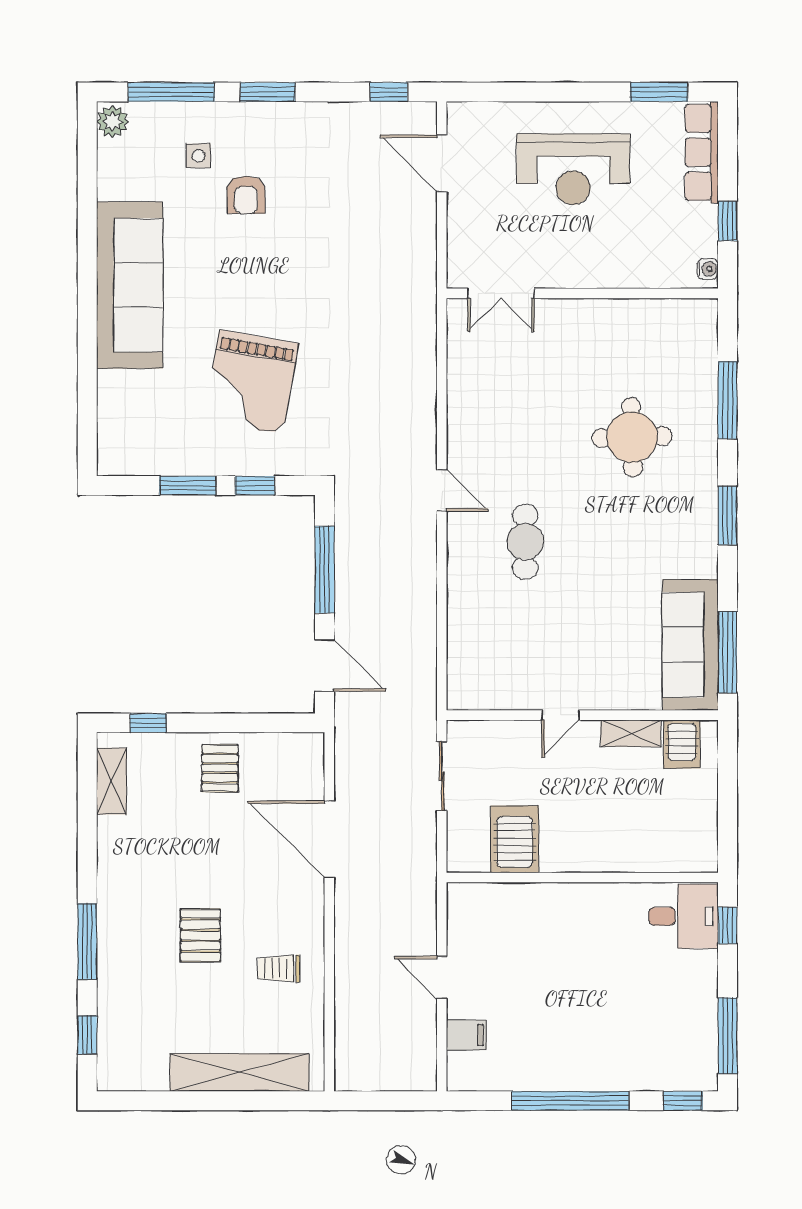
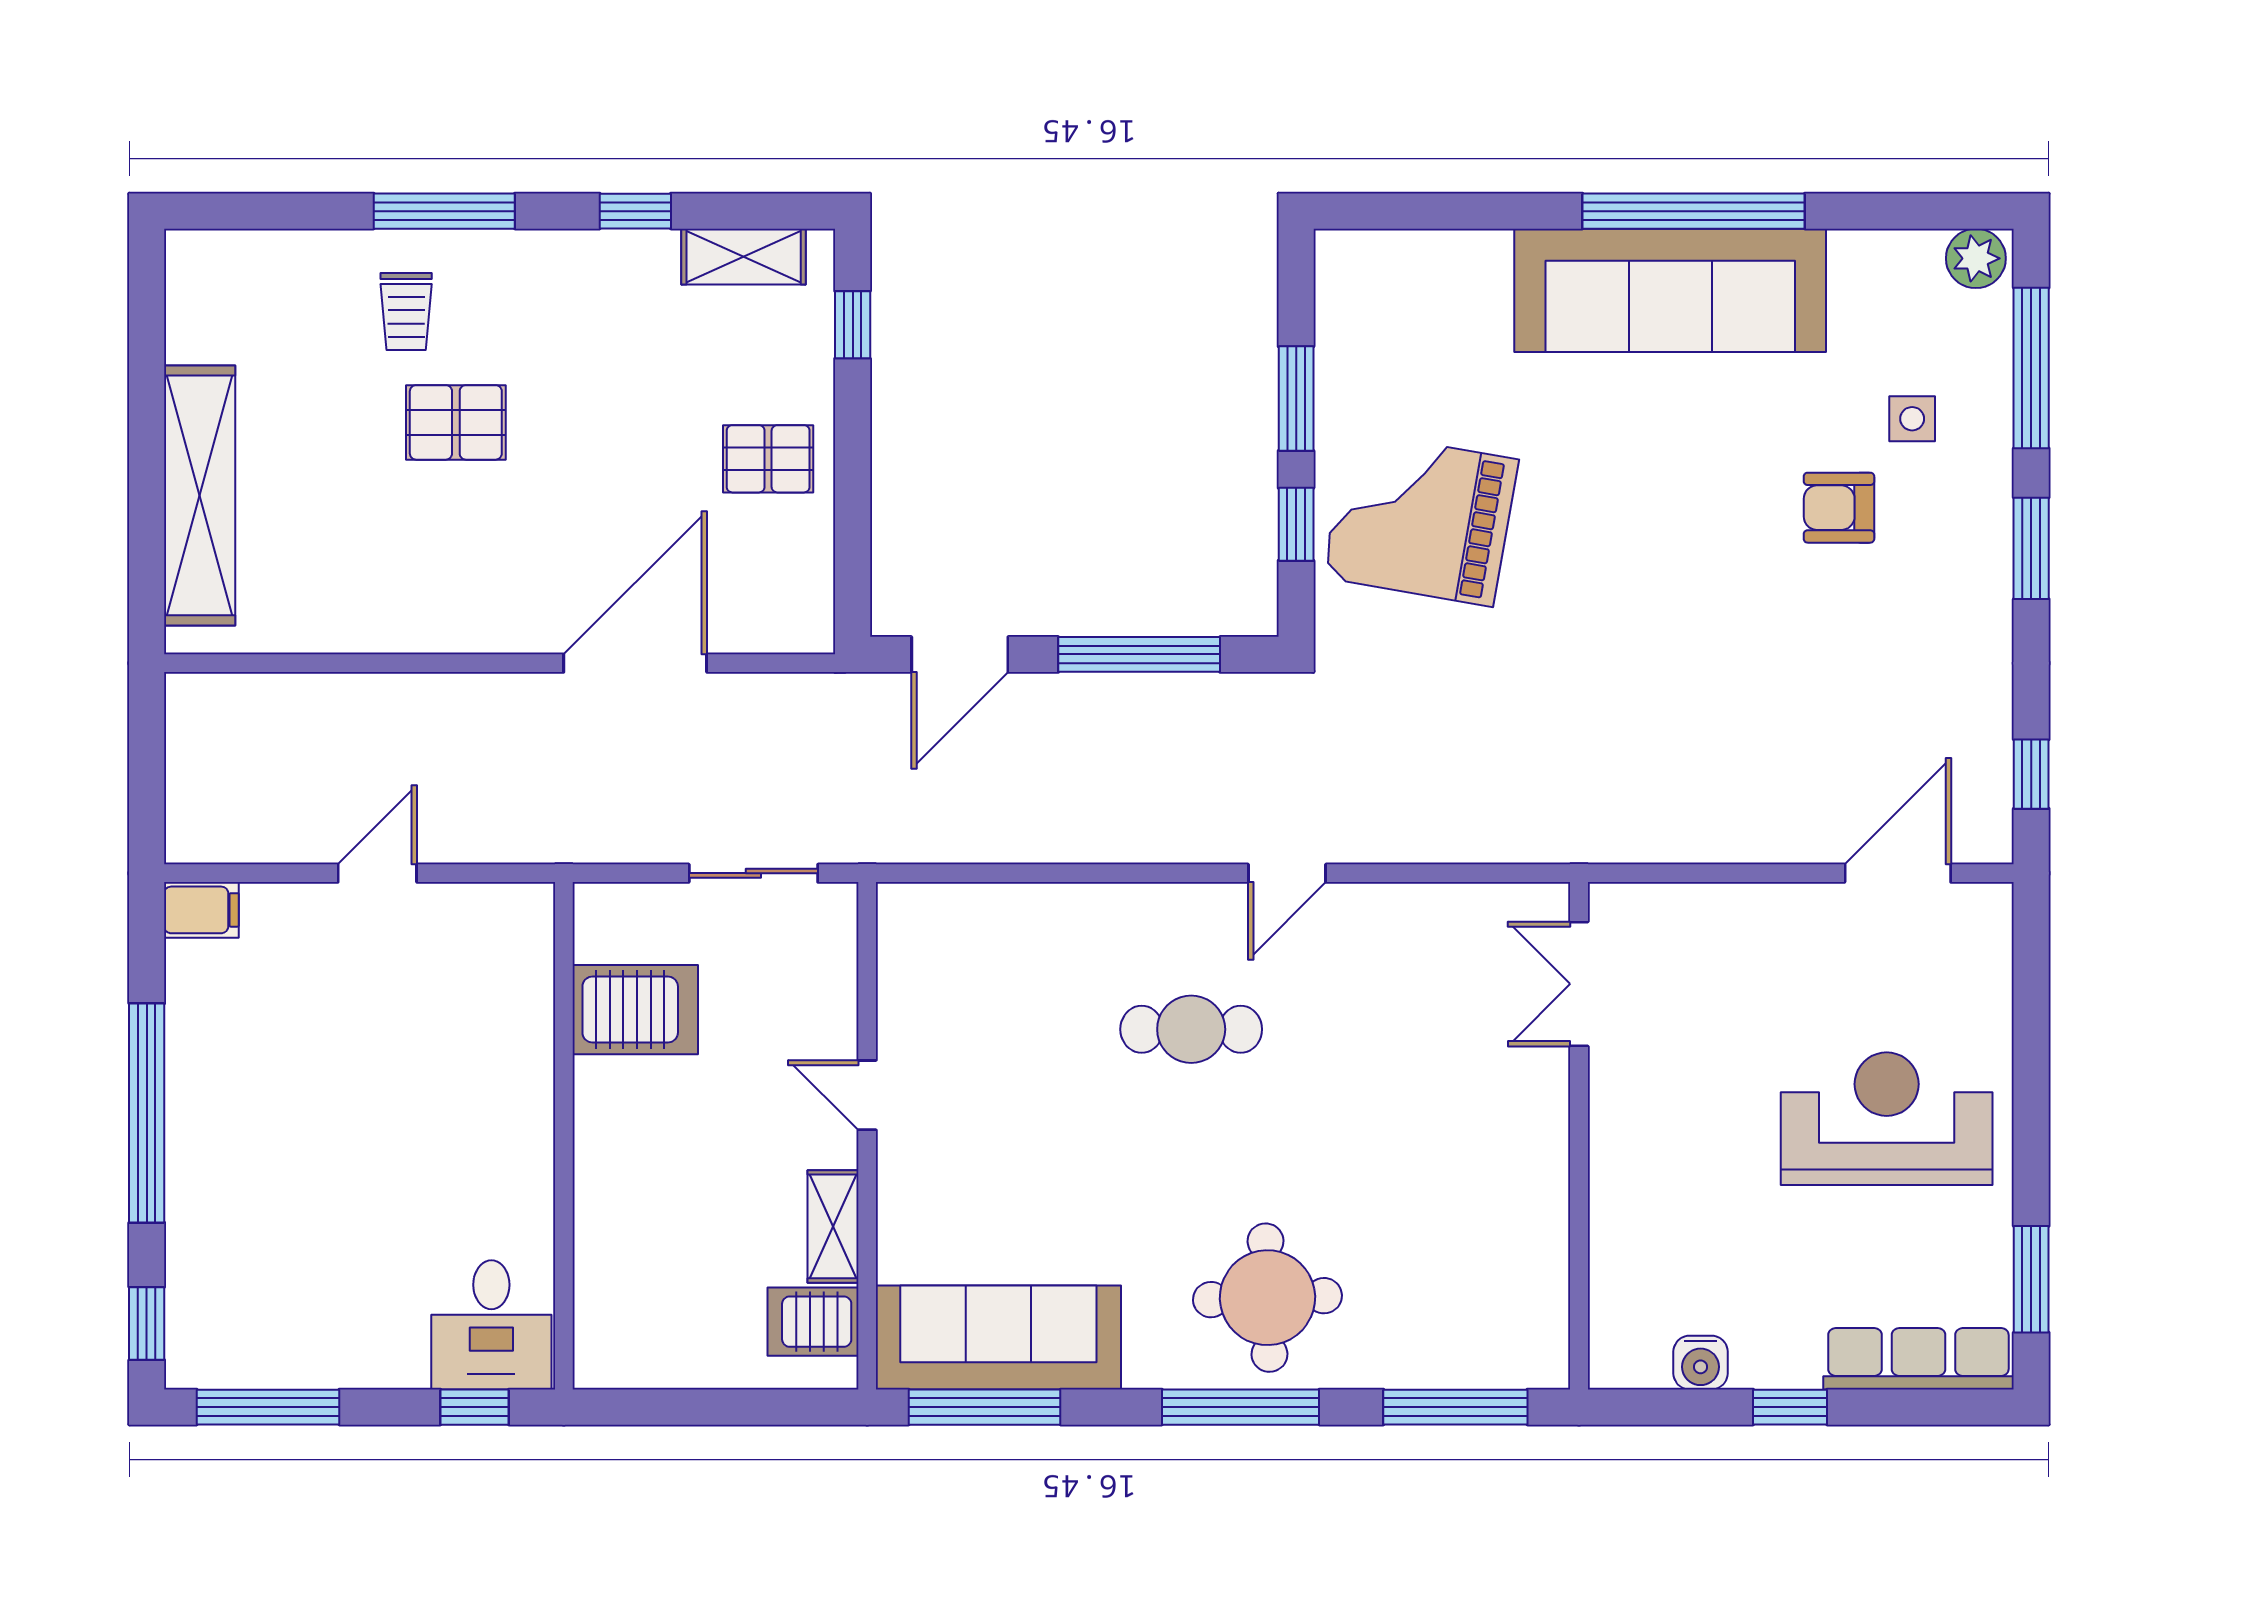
reception desk: (573, 169) -> (1887, 1119), turned 90
water cooler: (708, 269) -> (1701, 1363), width x1.38, depth x1.38
window: (87, 273) -> (1694, 211), added
double door: (501, 293) -> (1579, 984), moved
wall: (582, 293) -> (1579, 1136), moved
grand piano: (251, 382) -> (1421, 518), moved
round table: (632, 437) -> (1267, 1298), moved
window: (728, 515) -> (1241, 1407), width x1.44
trolley: (279, 968) -> (406, 312), moved, turned 180
window: (87, 1035) -> (635, 211), moved
filing cabinet: (466, 1035) -> (201, 910), moved, turned -90

